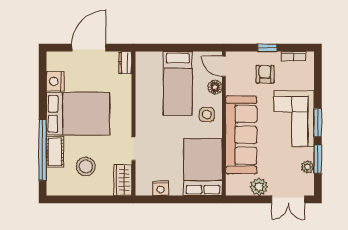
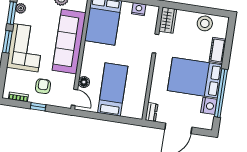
armchair: (265, 74) -> (43, 86), turned 180
side table: (207, 115) -> (94, 62), removed
window: (43, 150) -> (221, 93), moved
stool: (86, 166) -> (205, 23), moved

